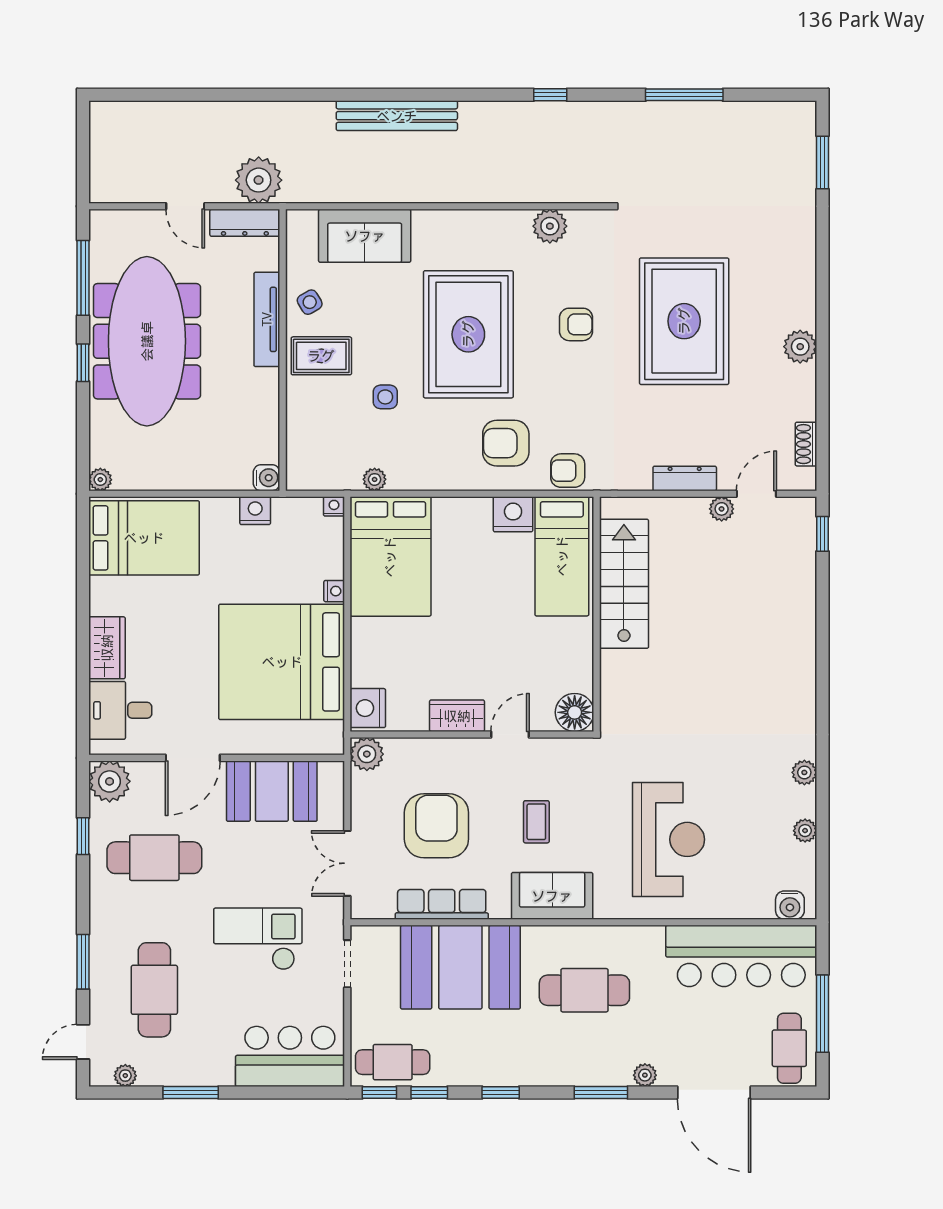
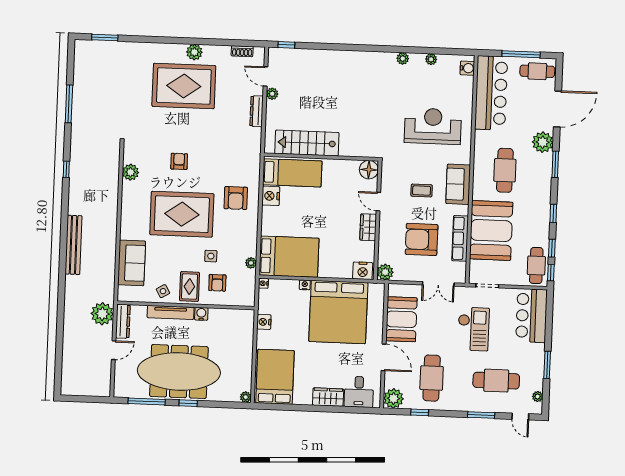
rug: (684, 321) -> (184, 86), moved
armchair: (568, 471) -> (217, 283), moved
water cooler: (267, 478) -> (201, 314), moved
checkout: (258, 939) -> (473, 329), turned 180
plant: (645, 1075) -> (543, 142), width x1.87, depth x1.87

